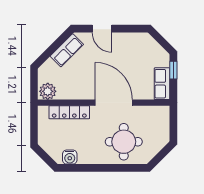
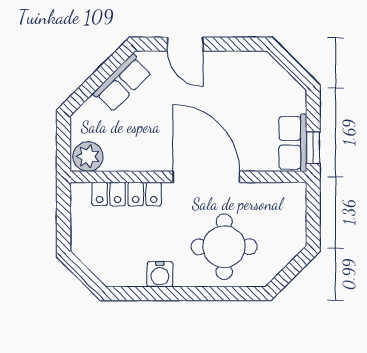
window: (173, 70) -> (313, 148), moved
water cooler: (70, 157) -> (160, 274), moved

